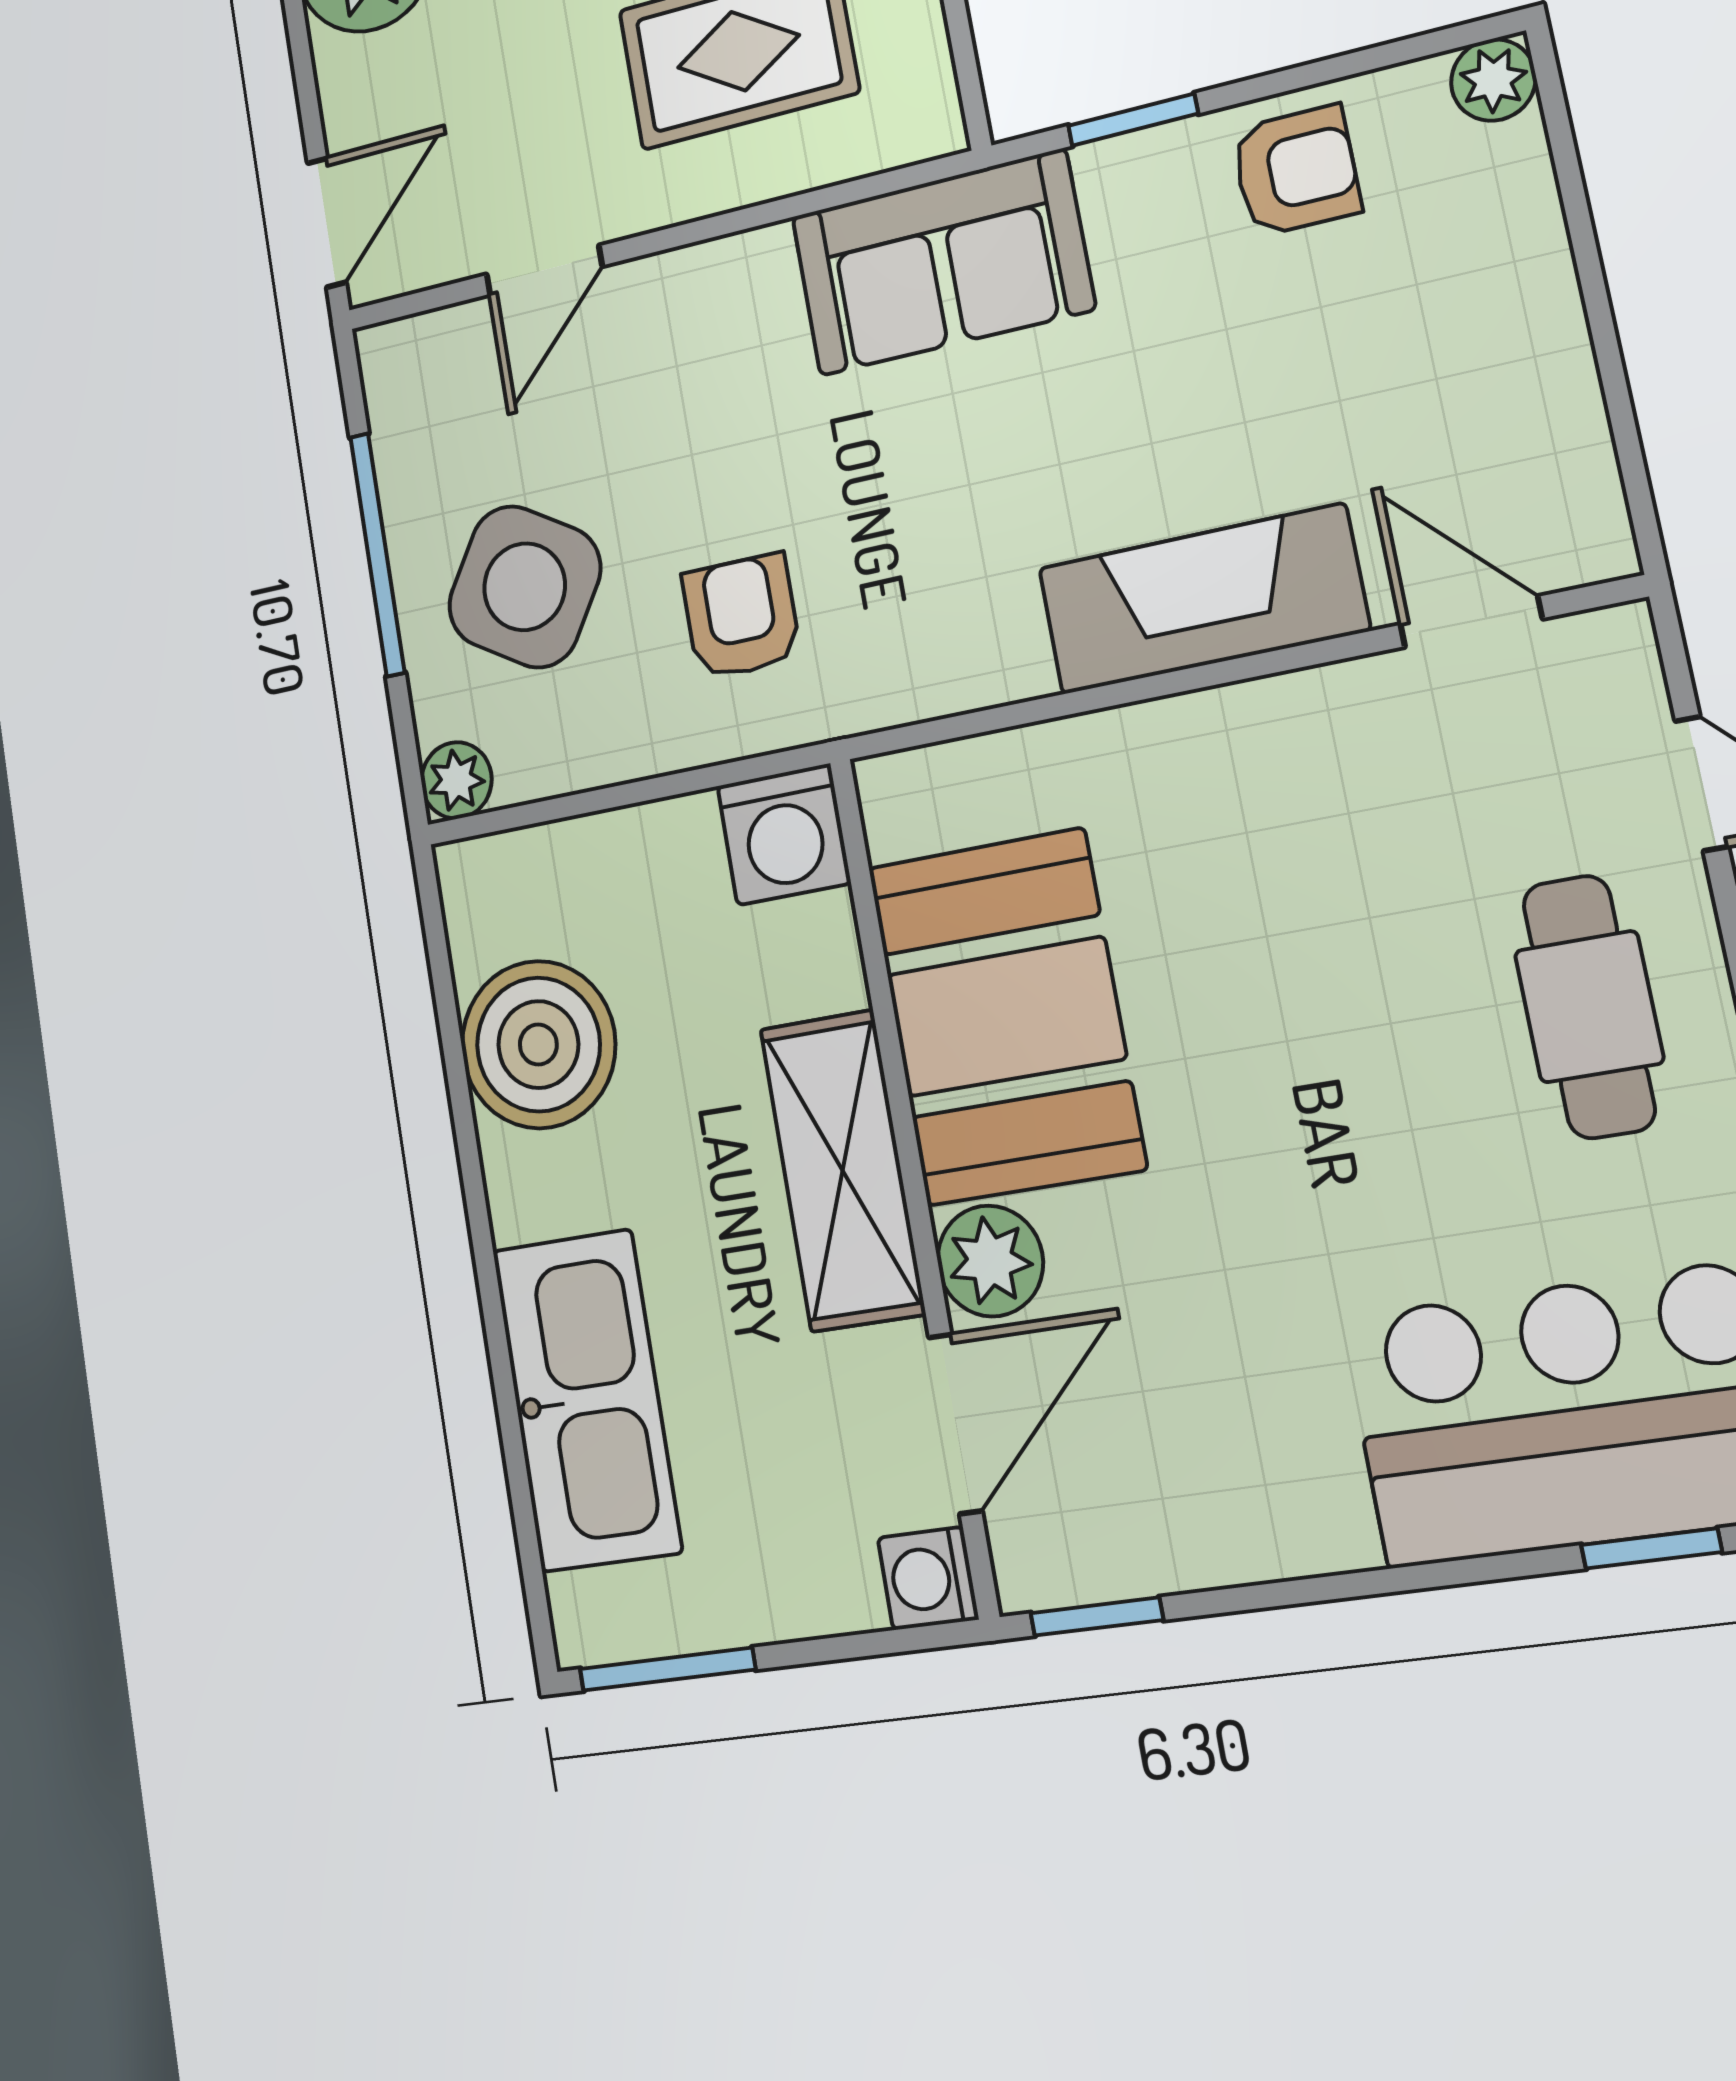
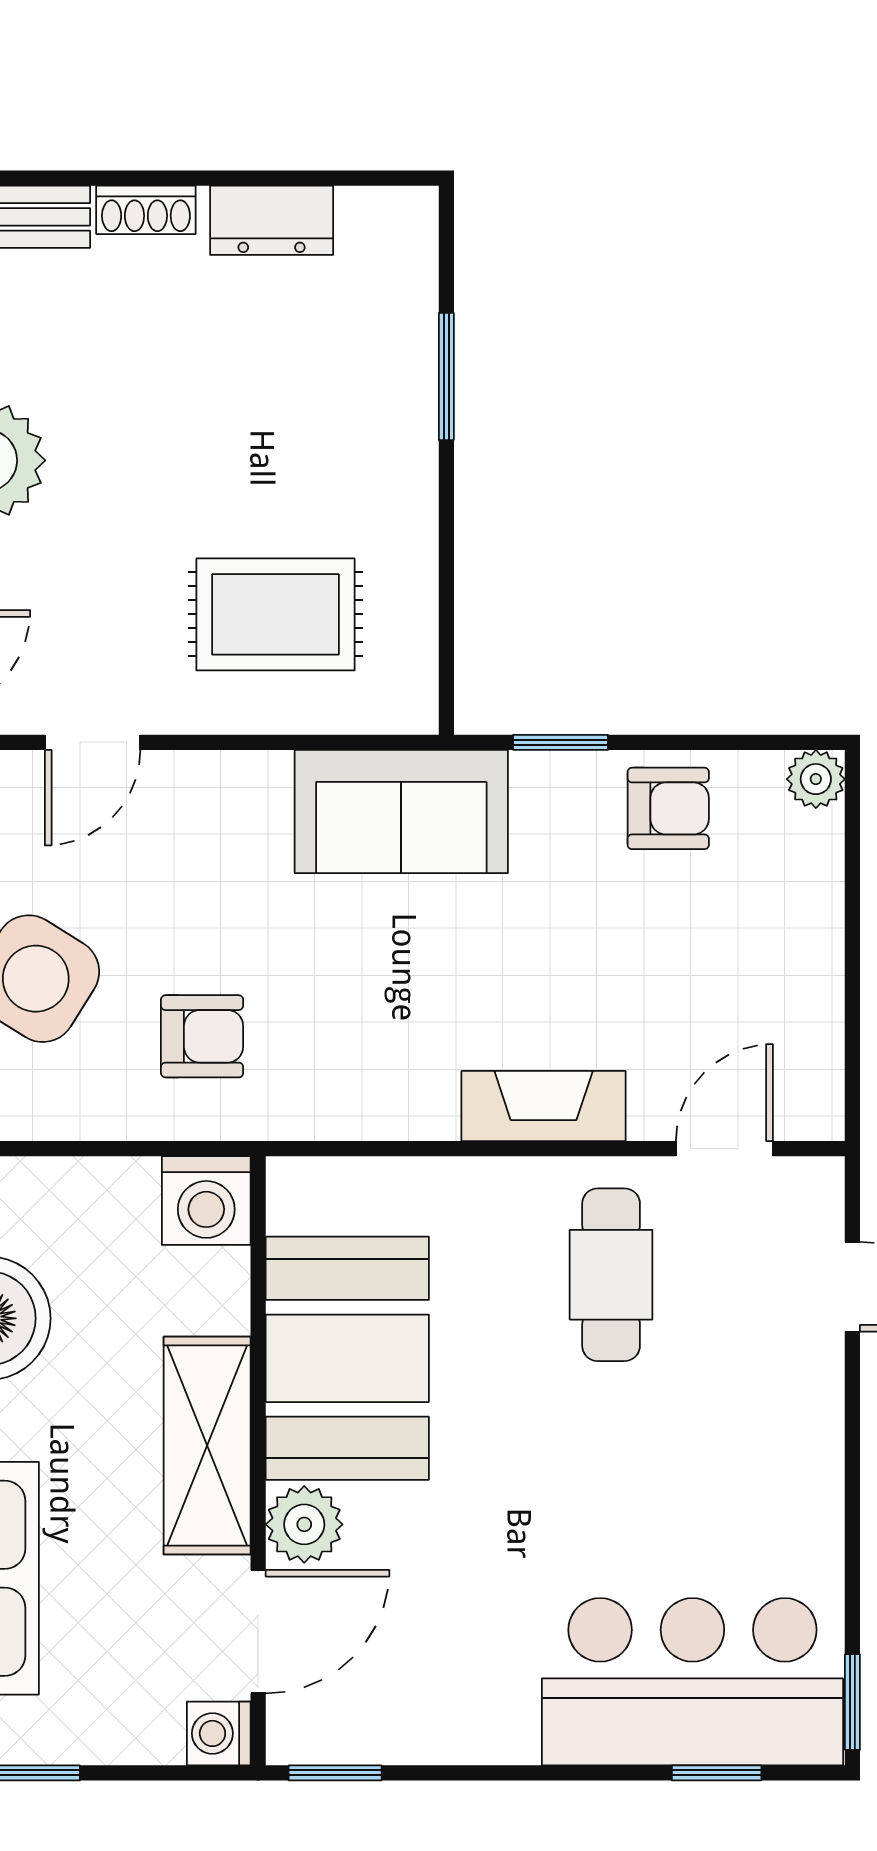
fireplace: (1203, 599) -> (544, 1106), width x0.73, depth x0.76
armchair: (741, 617) -> (202, 1036), turned 90
door: (1471, 622) -> (724, 1149), hinge flipped
cafe table: (1589, 1007) -> (611, 1275), moved

